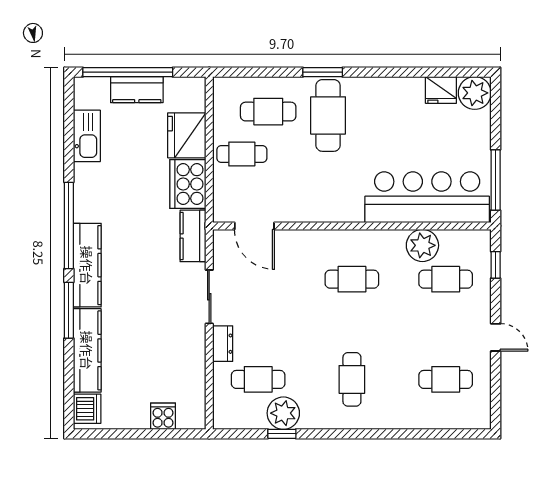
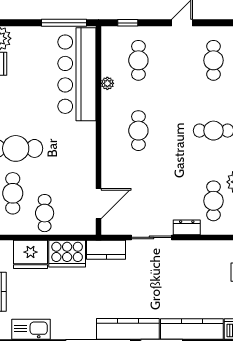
plant: (422, 245) -> (107, 83), width x0.53, depth x0.53

